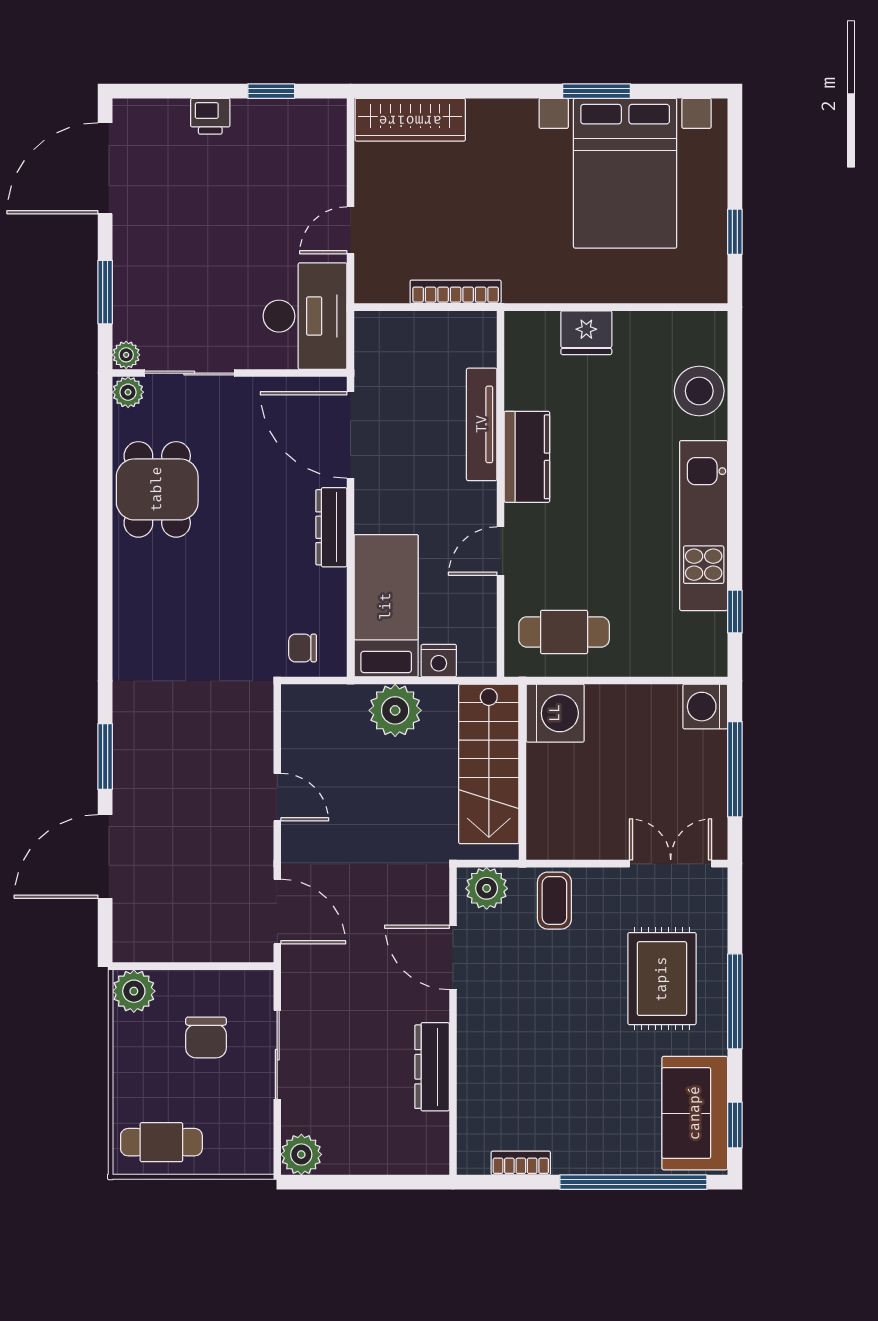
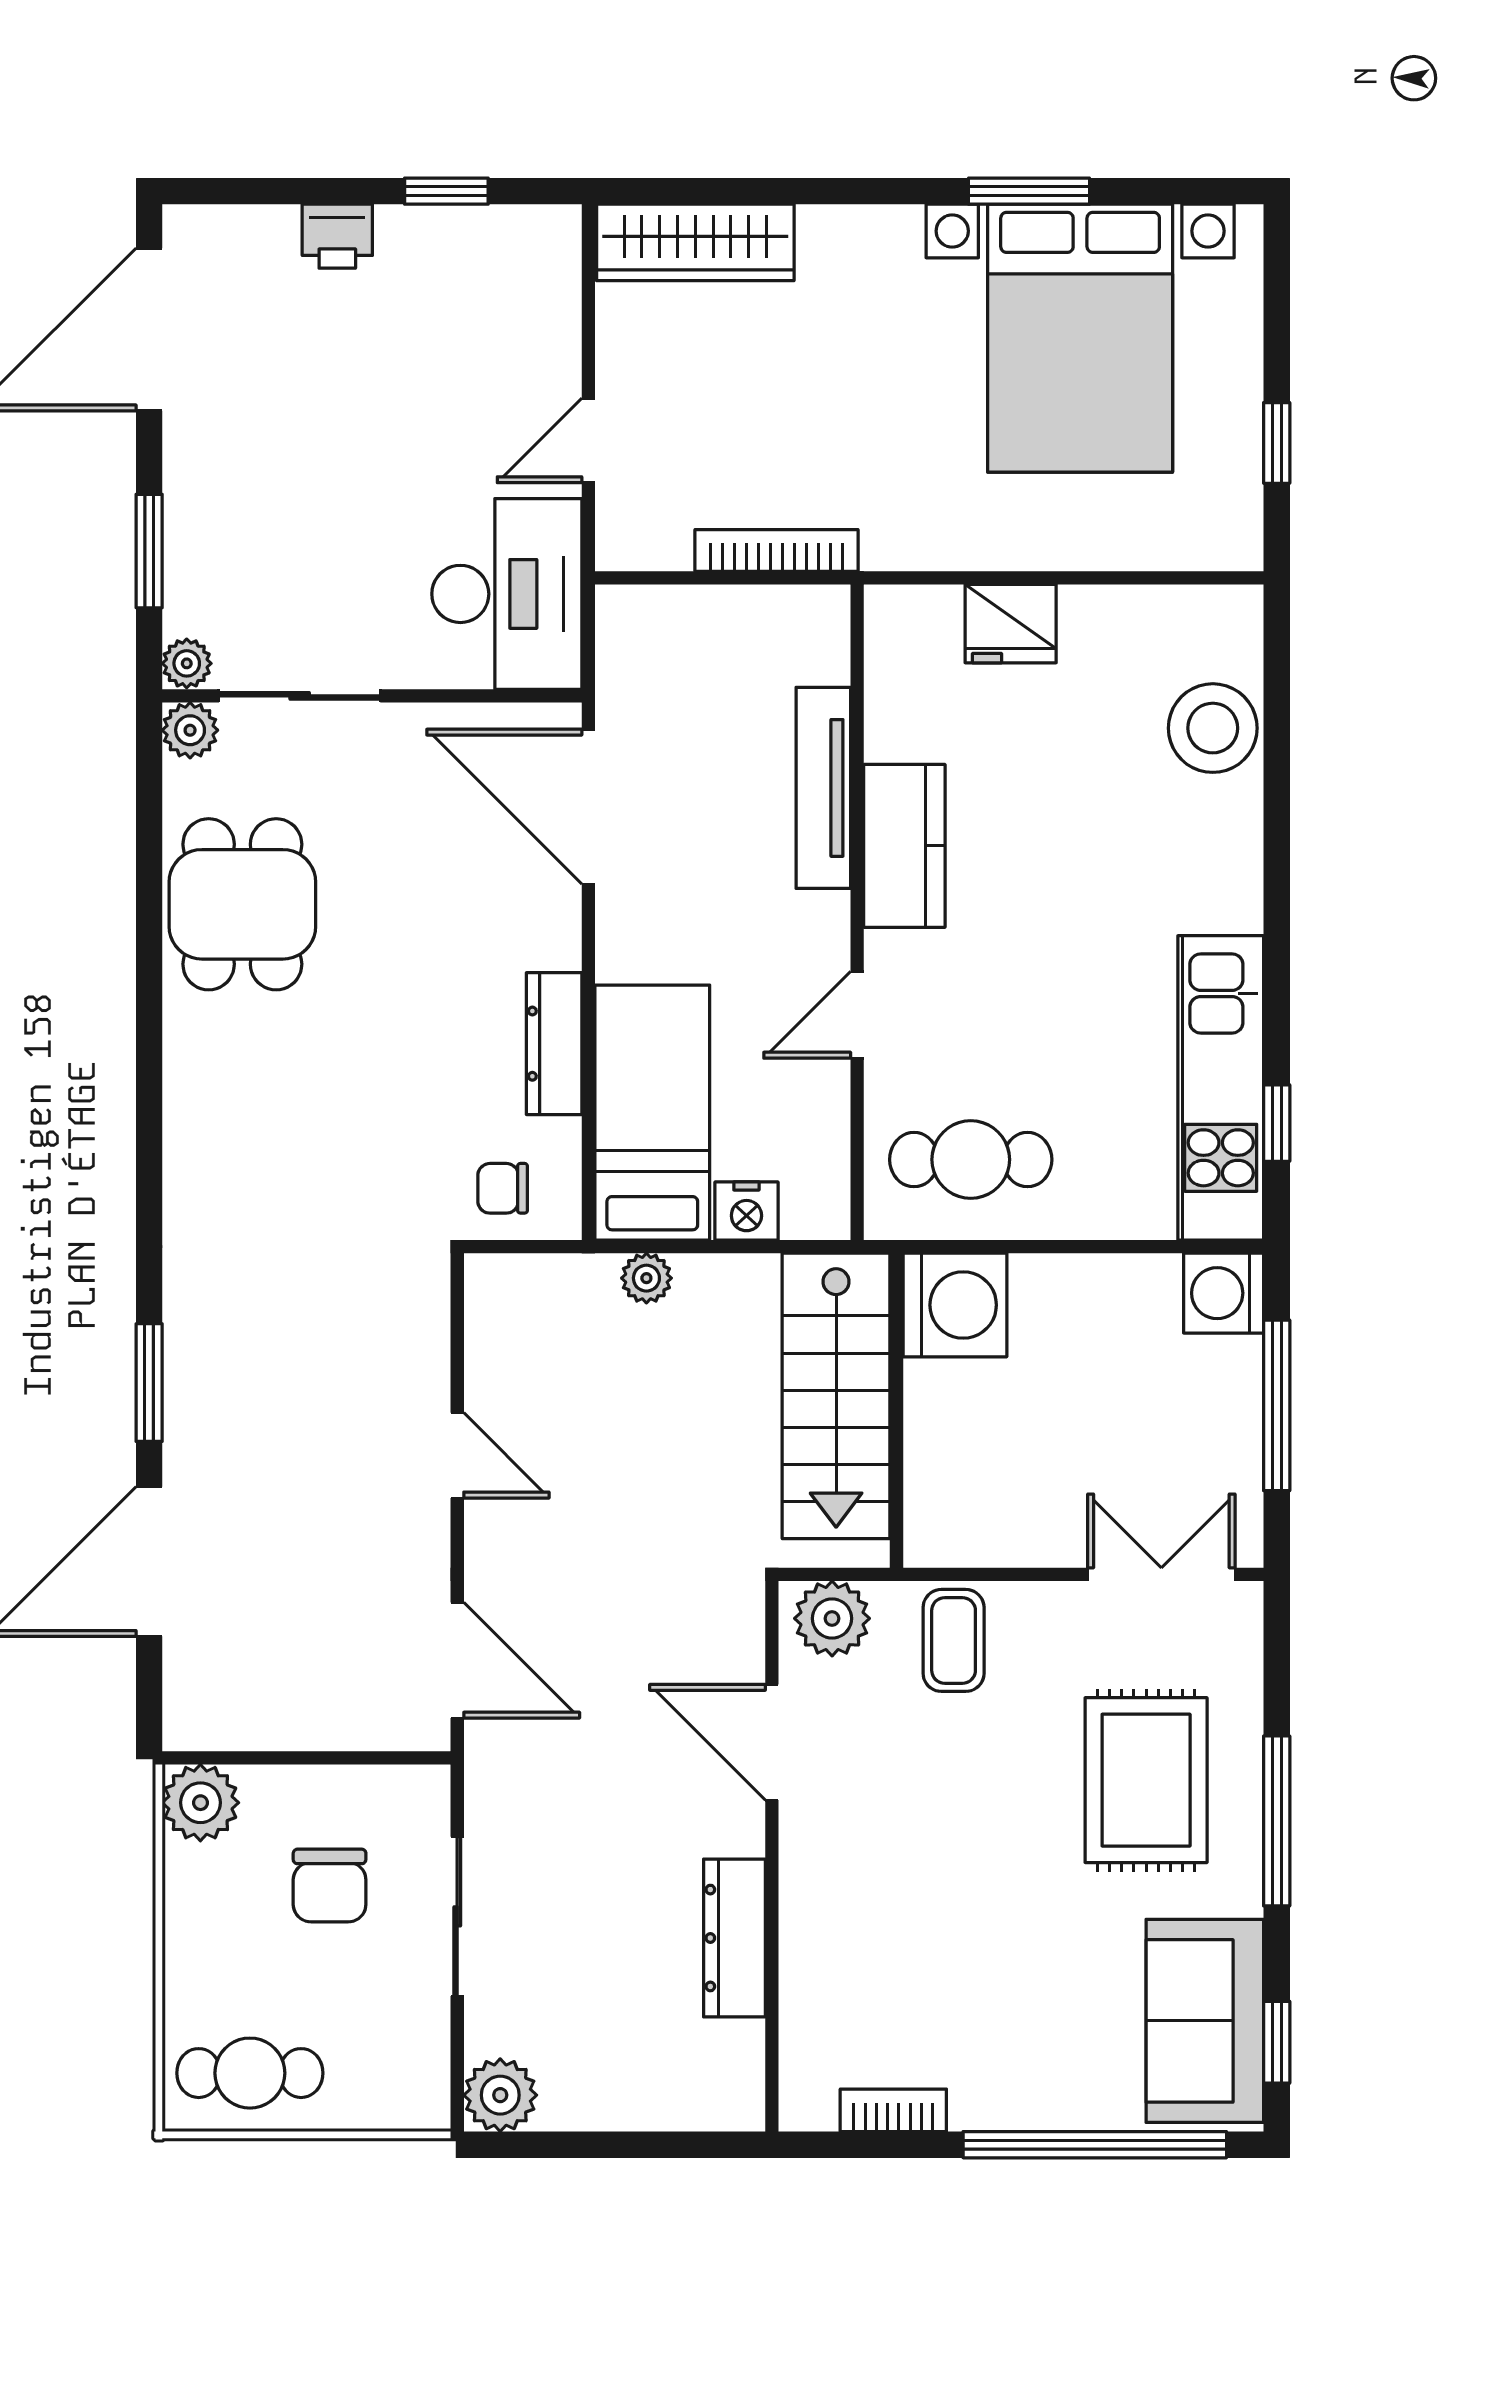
kitchen unit: (704, 526) -> (1221, 1088), moved
dresser: (331, 527) -> (554, 1044), moved
plant: (395, 710) -> (646, 1278), width x0.53, depth x0.53

